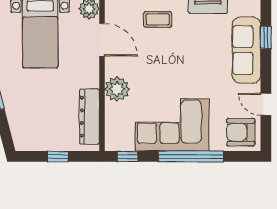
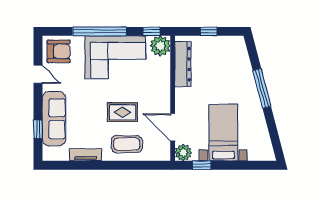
coffee table: (158, 19) -> (127, 144), width x1.36, depth x1.30
rug: (163, 58) -> (123, 112), added
plant: (117, 89) -> (160, 46), moved

